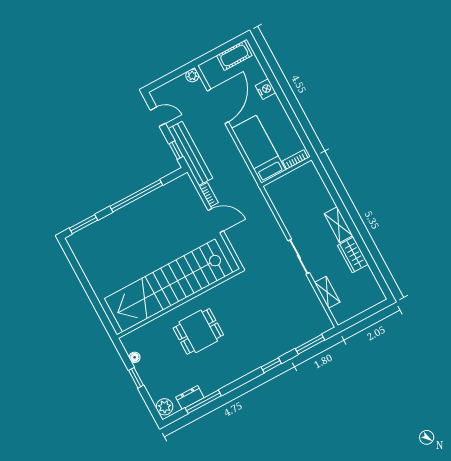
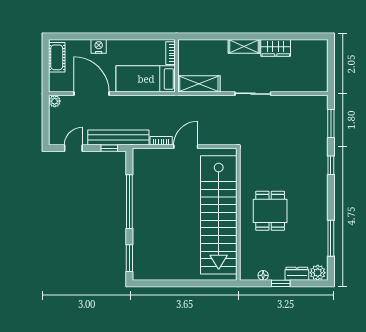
shelving: (327, 292) -> (199, 84), moved, width x1.50, depth x1.33
dresser: (190, 397) -> (297, 274), moved, turned 90

